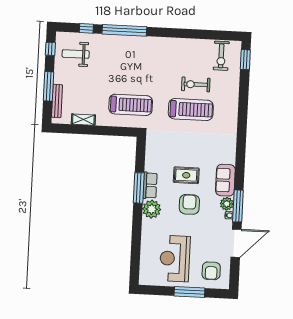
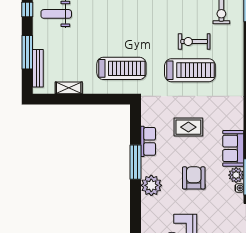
rug: (186, 175) -> (188, 127), moved
row of seats: (150, 185) -> (148, 141), moved

